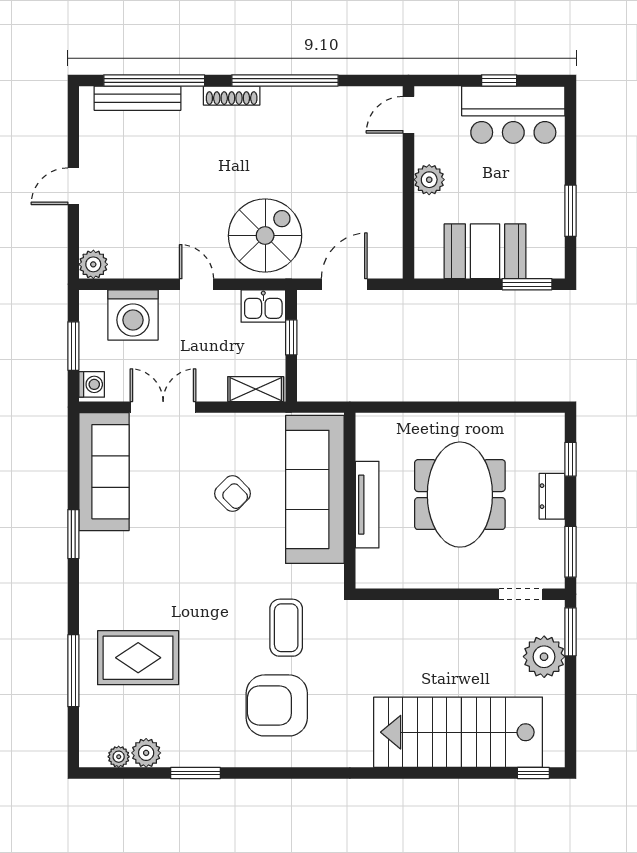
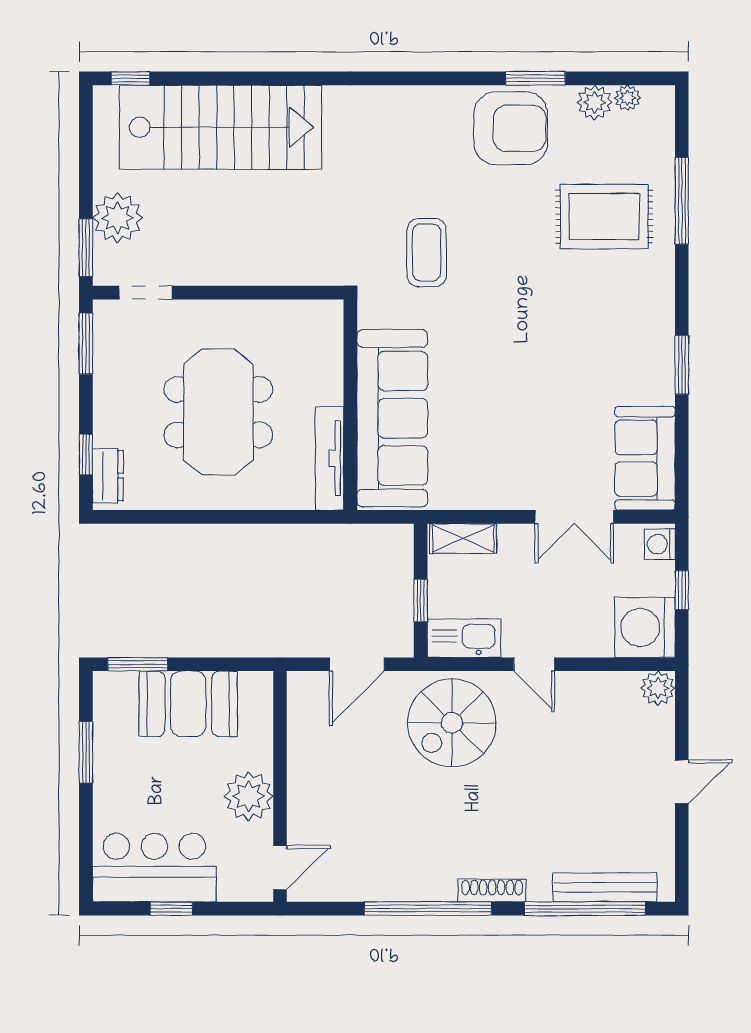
plant: (429, 180) -> (249, 796), width x1.36, depth x1.36
kitchen sink: (263, 306) -> (464, 638), width x1.38
washing machine: (133, 315) -> (645, 627), moved, turned -90
window: (73, 346) -> (682, 590), width x0.67
sofa: (104, 472) -> (645, 458), width x0.73
armchair: (233, 494) -> (491, 413), removed
dresser: (552, 496) -> (108, 476), moved
tv unit: (367, 505) -> (330, 458), moved
armchair: (277, 705) -> (511, 128), moved

